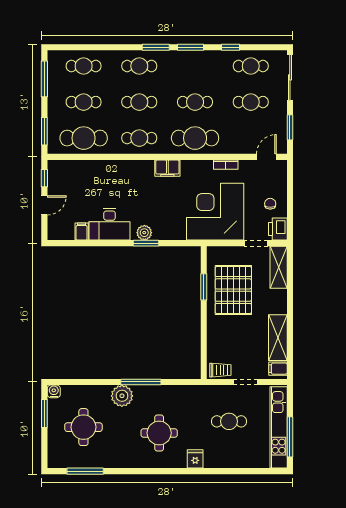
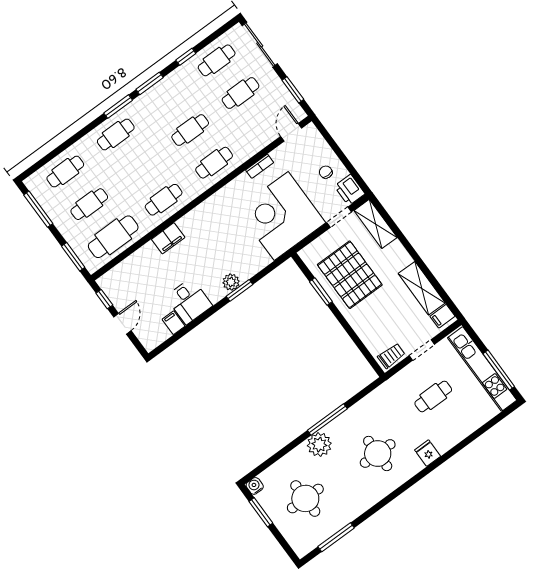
cafe table: (139, 102) -> (140, 167), removed
cafe table: (195, 138) -> (214, 163), width x0.73, depth x0.74
filing cabinet: (167, 168) -> (168, 238), moved
desk: (110, 224) -> (189, 301), width x0.73

